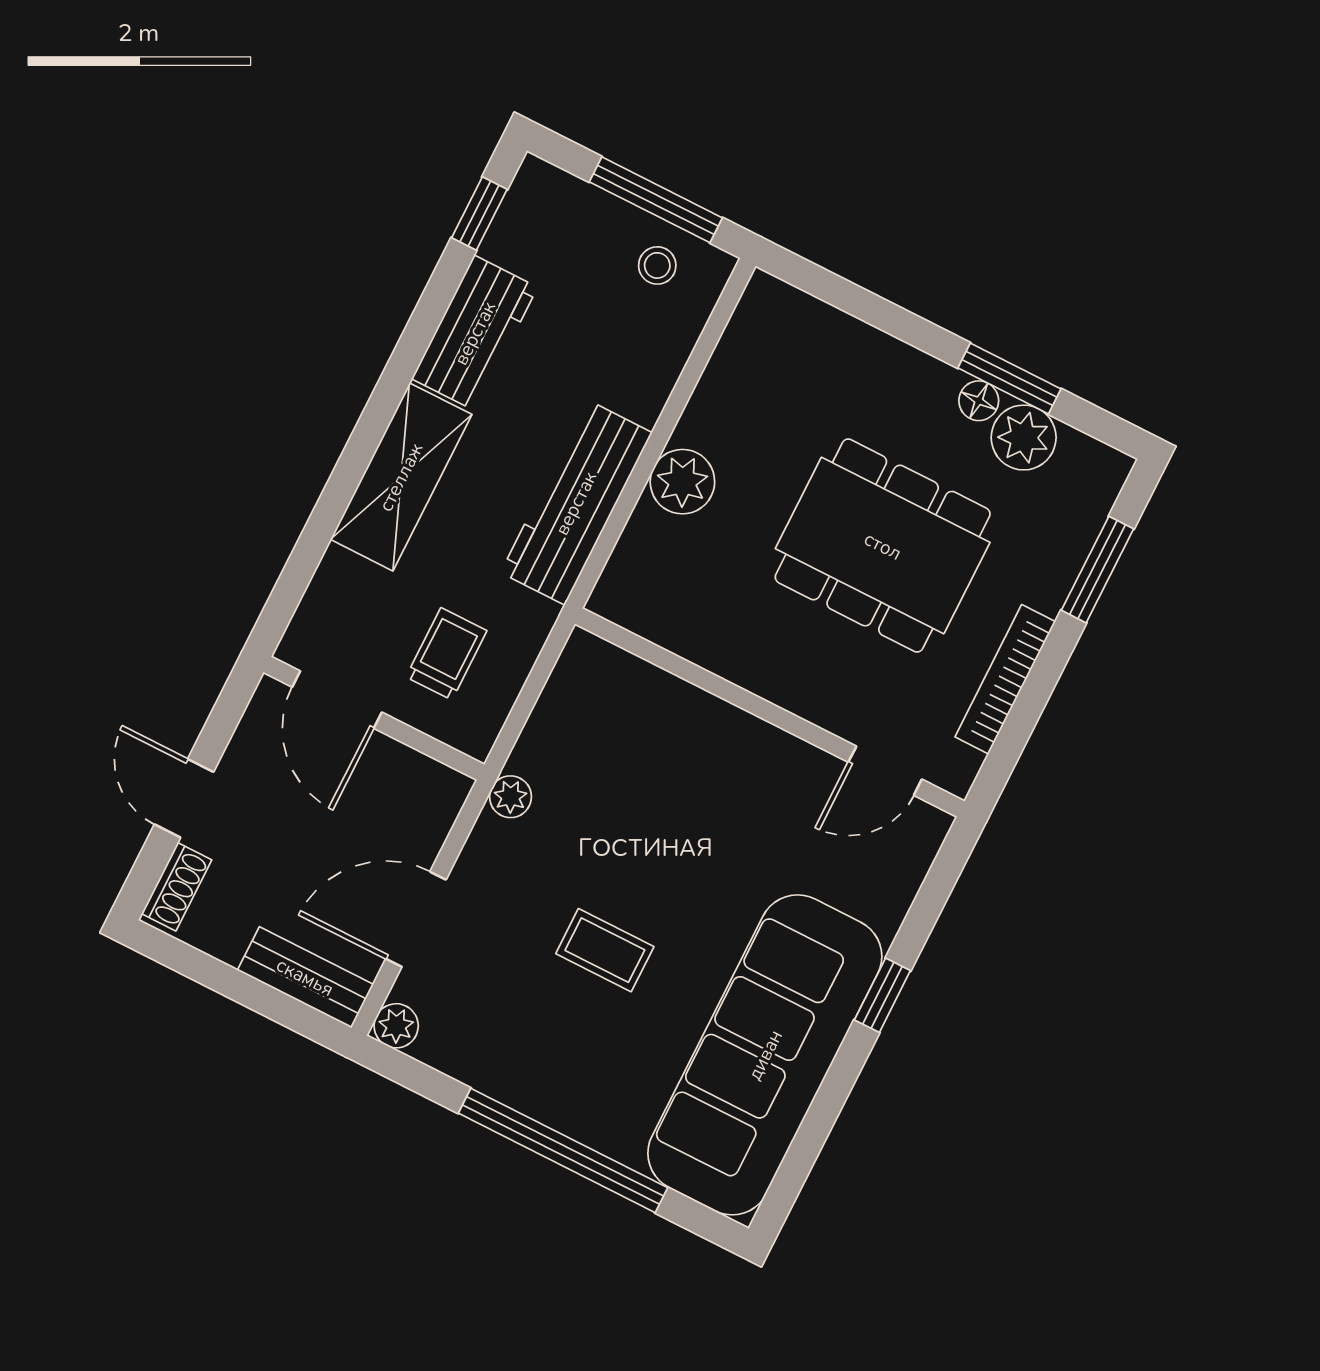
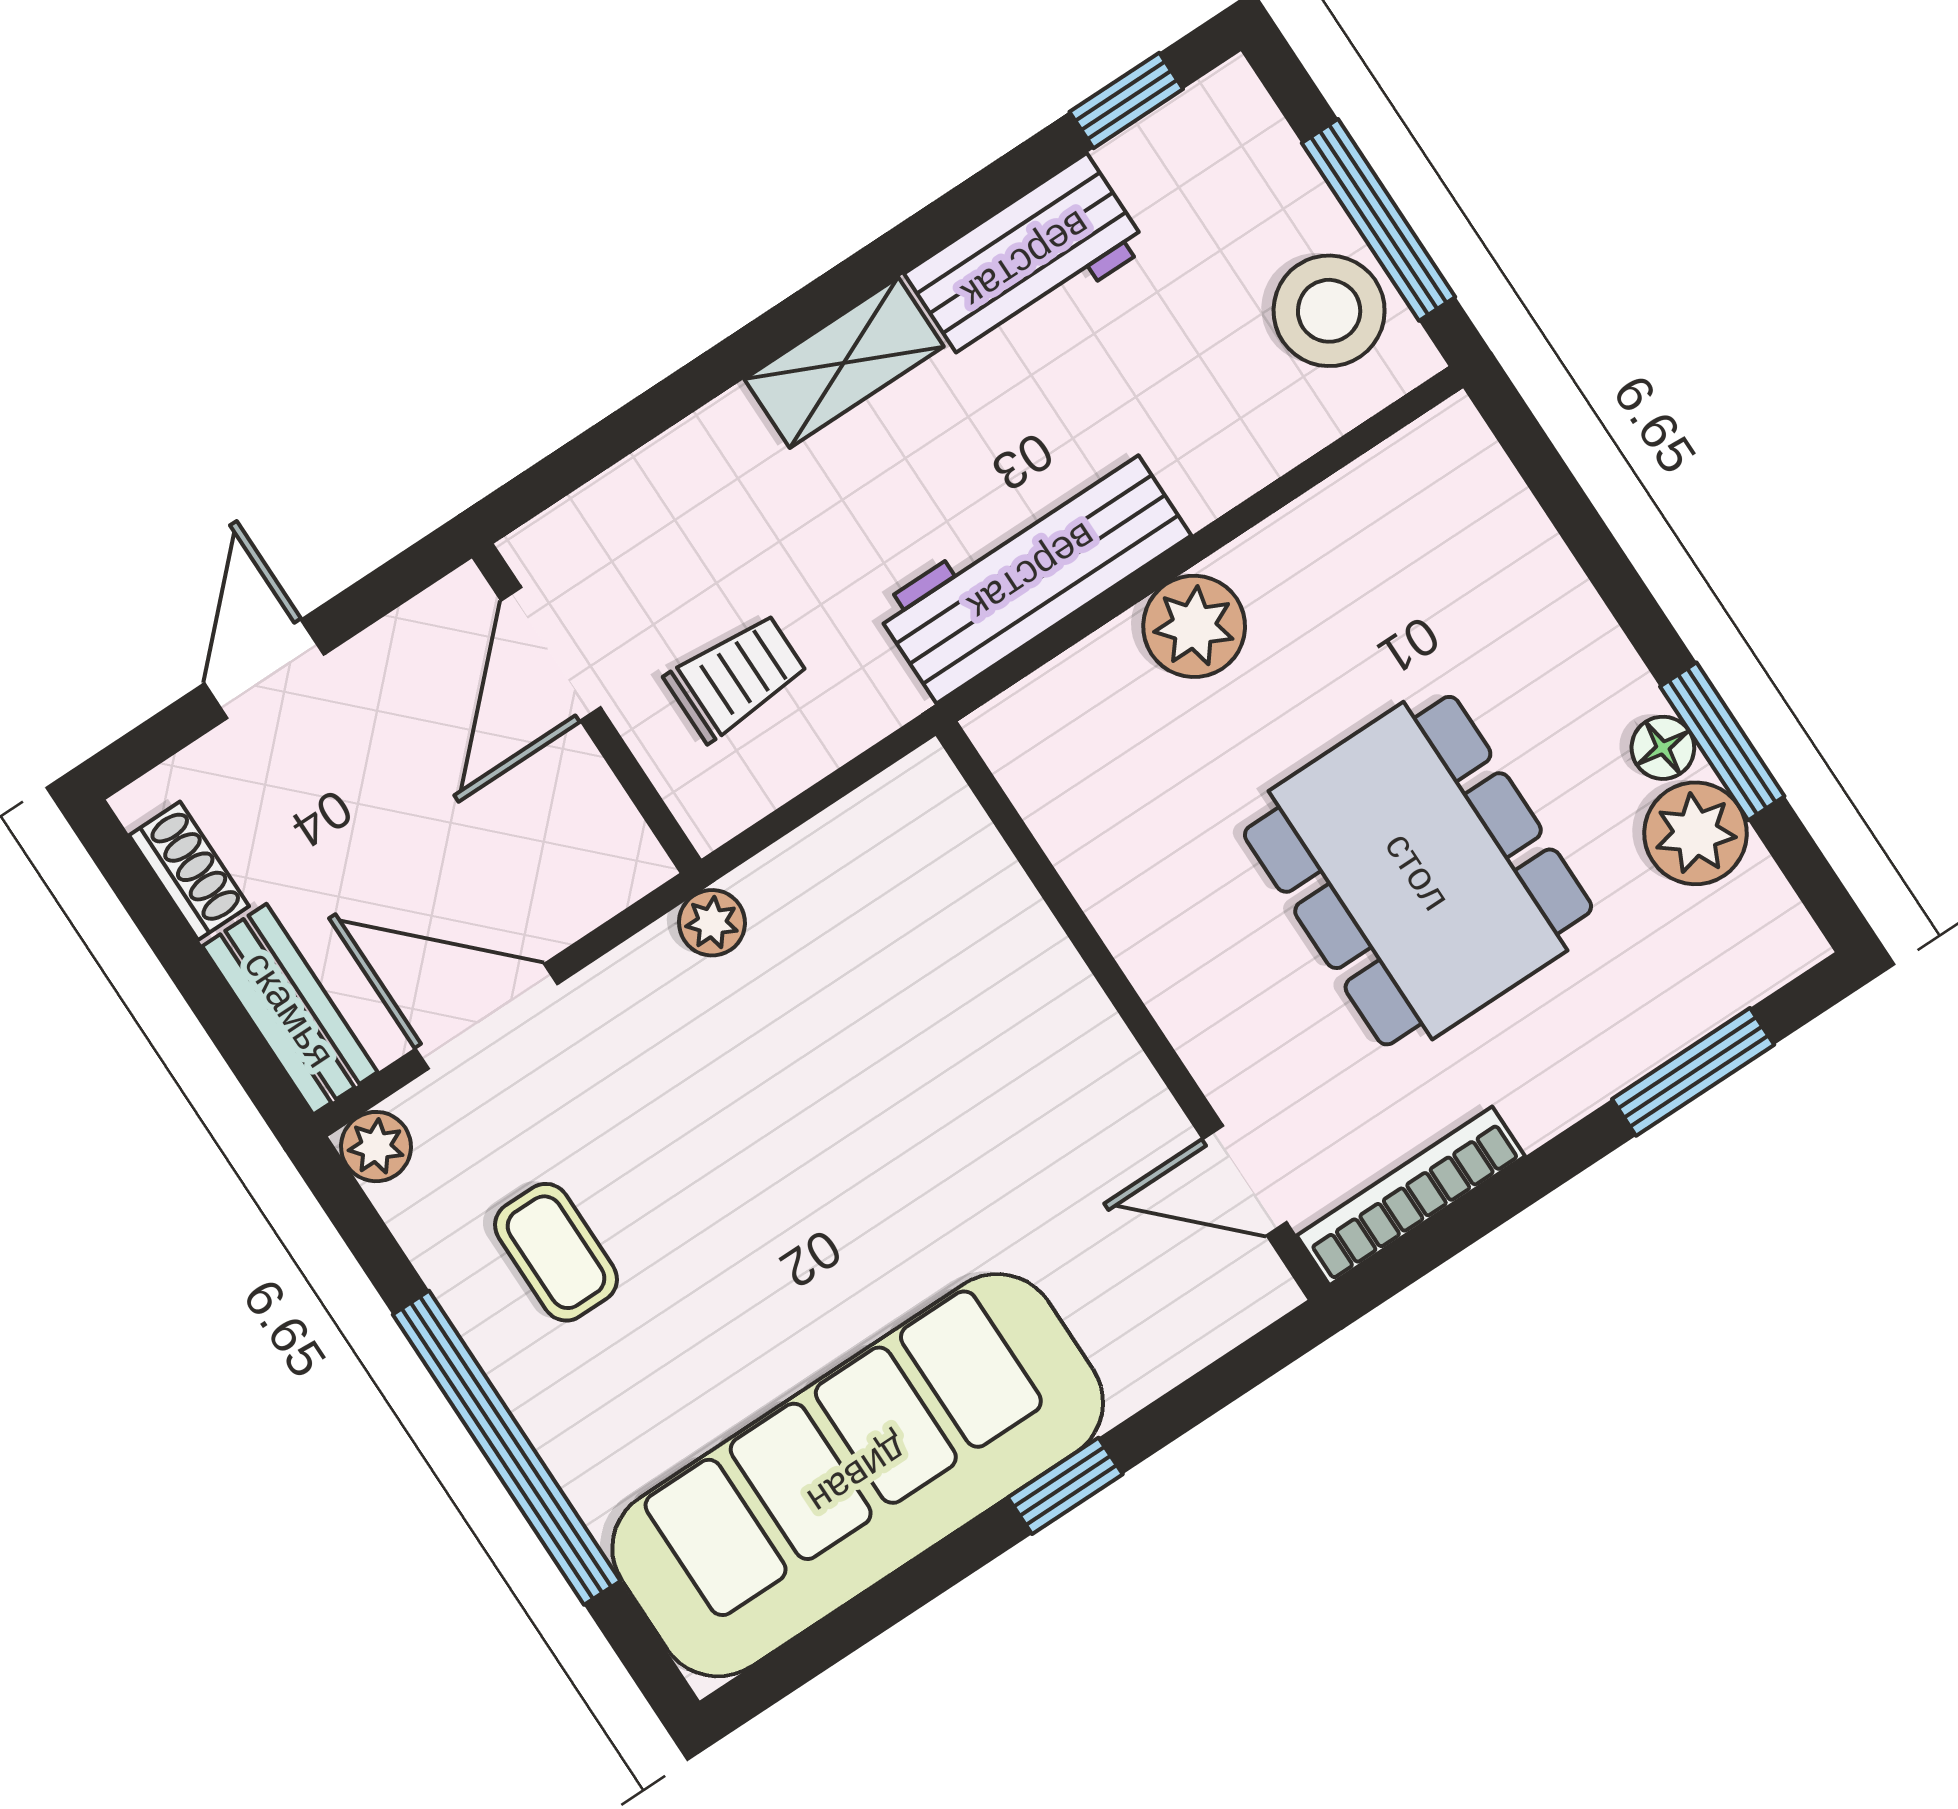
stool: (657, 265) -> (1329, 311), width x1.89, depth x1.89
shelving: (401, 477) -> (844, 363), width x0.67, depth x0.75
bookcase: (1005, 679) -> (1411, 1196), moved
shoe rack: (177, 887) -> (189, 871), moved, turned -90
coffee table: (605, 950) -> (556, 1252), moved

